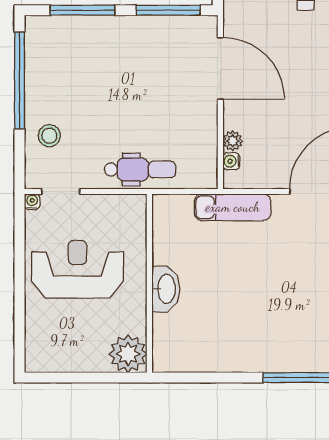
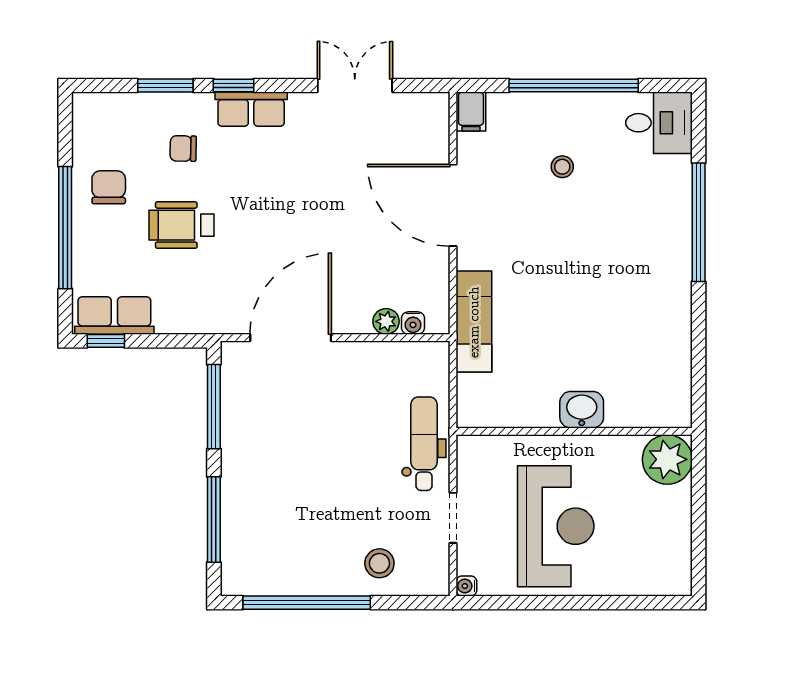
doorway: (61, 191) -> (453, 518), moved
reception desk: (77, 269) -> (556, 526), turned 180
washbasin: (166, 289) -> (582, 410), width x0.72

